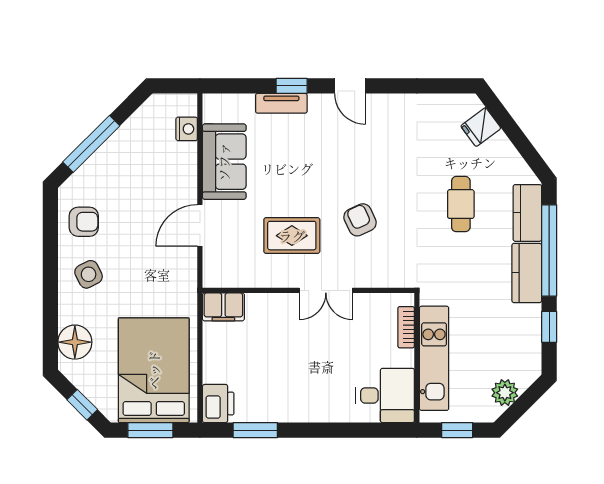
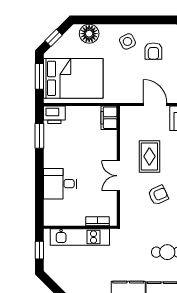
armchair: (84, 222) -> (153, 51), moved
plant: (505, 393) -> (61, 277), removed
desk: (385, 395) -> (60, 184), moved, turned 90

